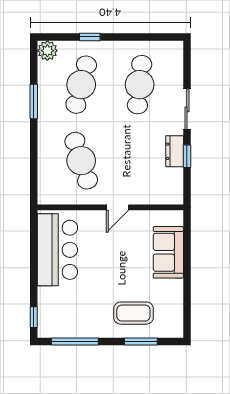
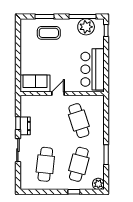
sofa: (168, 252) -> (35, 83), moved, turned -90
plant: (69, 324) -> (86, 27), added

